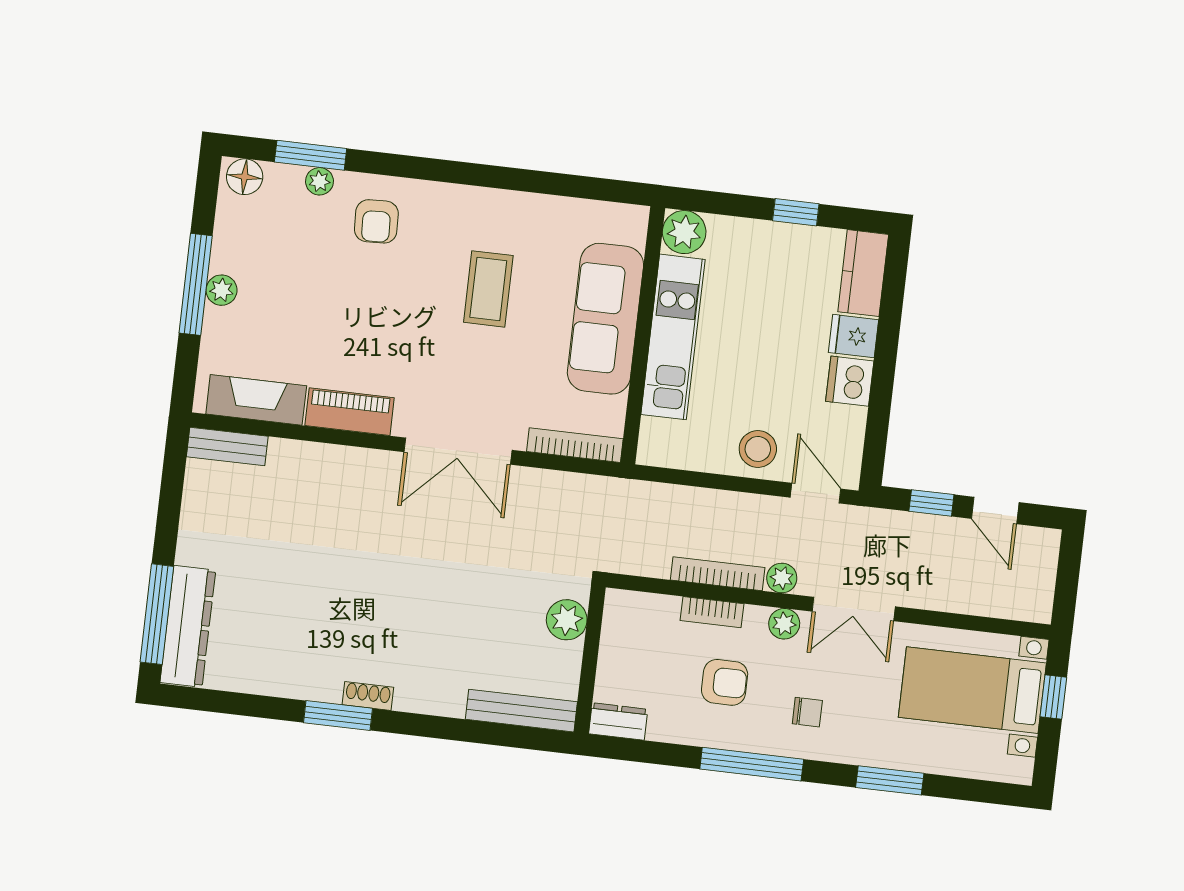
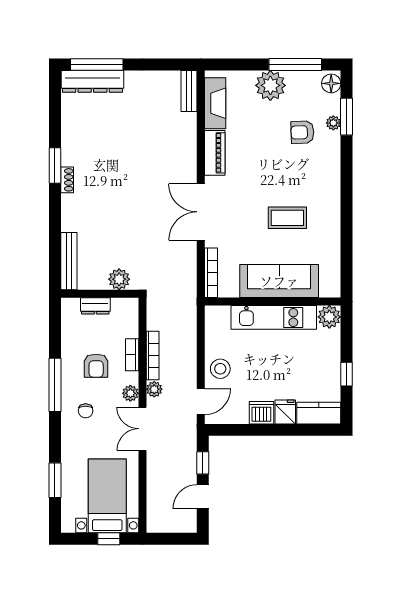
armchair: (376, 221) -> (302, 132), moved
window: (196, 284) -> (295, 64), moved
plant: (222, 290) -> (270, 85), width x1.88, depth x1.88
dresser: (618, 721) -> (95, 306), moved, turned 90
window: (890, 780) -> (55, 480), moved

